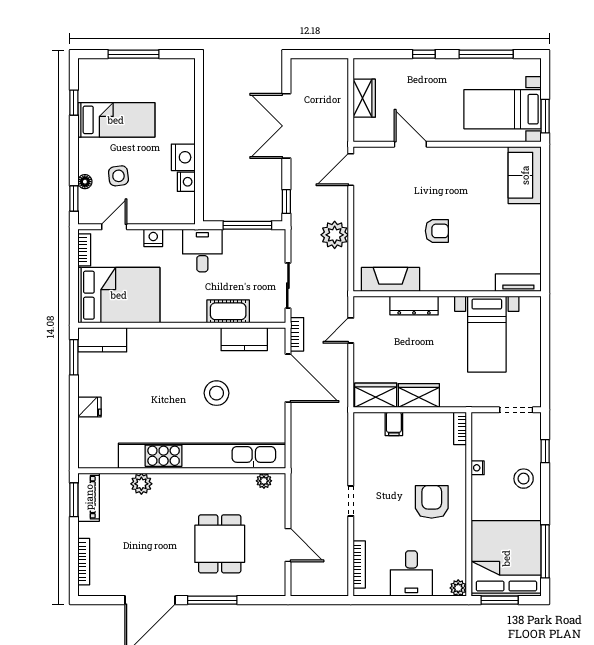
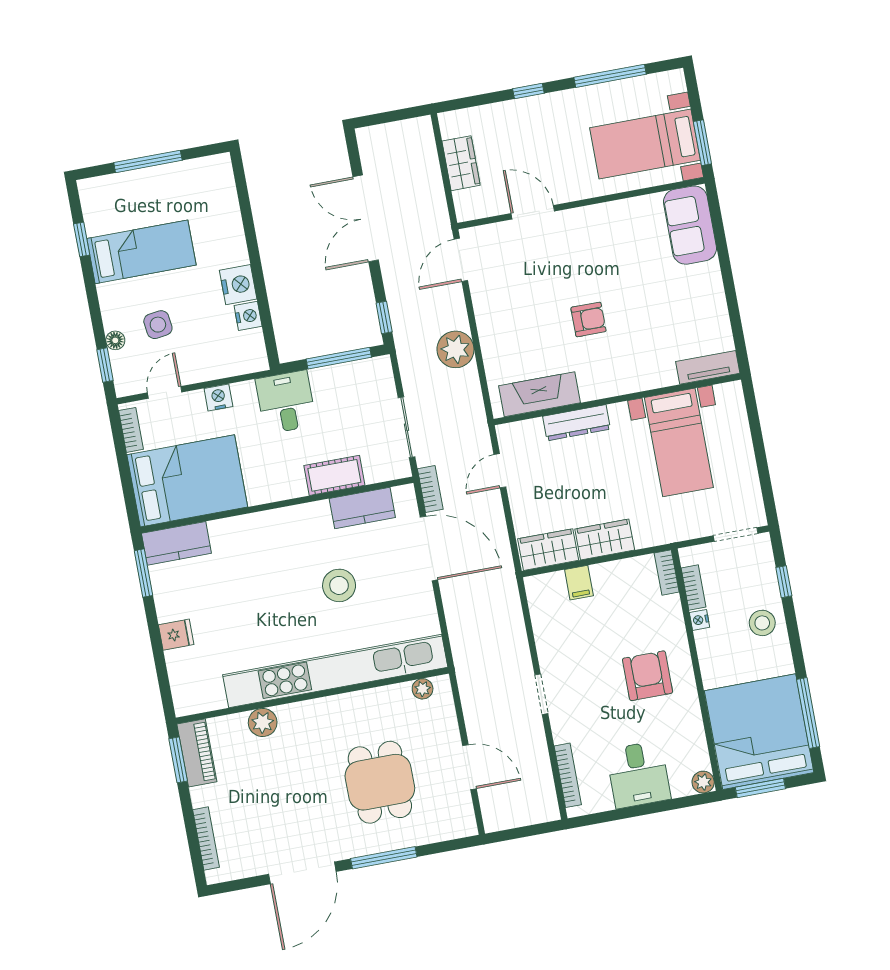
bookcase: (478, 443) -> (693, 587), added

